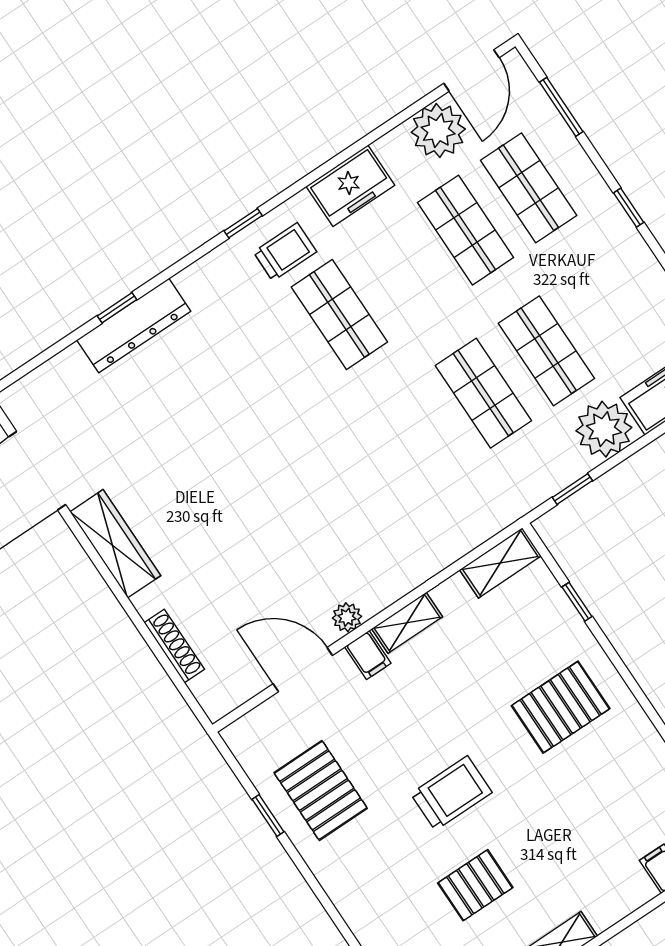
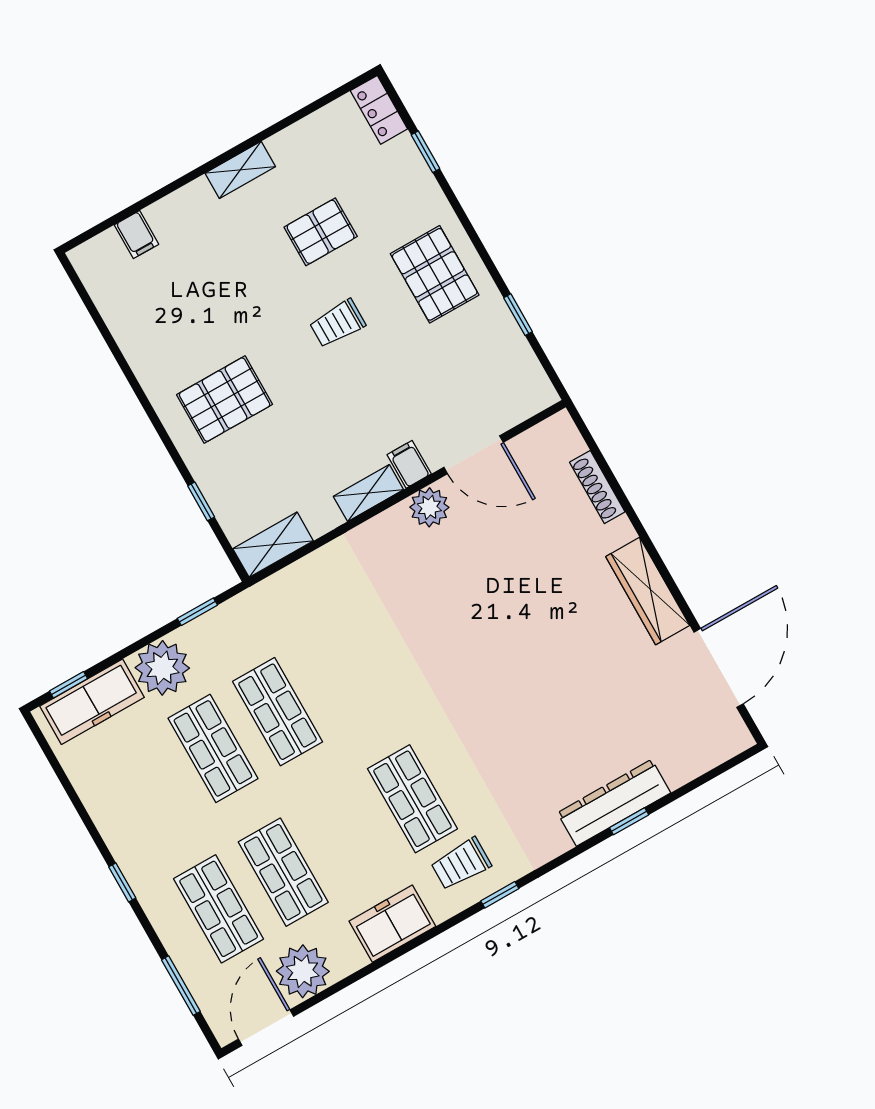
plant: (347, 617) -> (429, 507), width x1.38, depth x1.38
pallet: (321, 790) -> (435, 274), moved
trolley: (451, 793) -> (337, 323), width x0.73, depth x0.72

